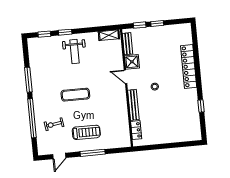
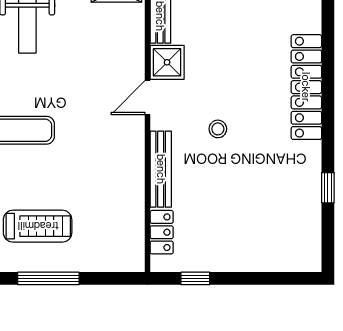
door: (125, 77) -> (147, 98), hinge flipped
window: (151, 147) -> (195, 278), added

